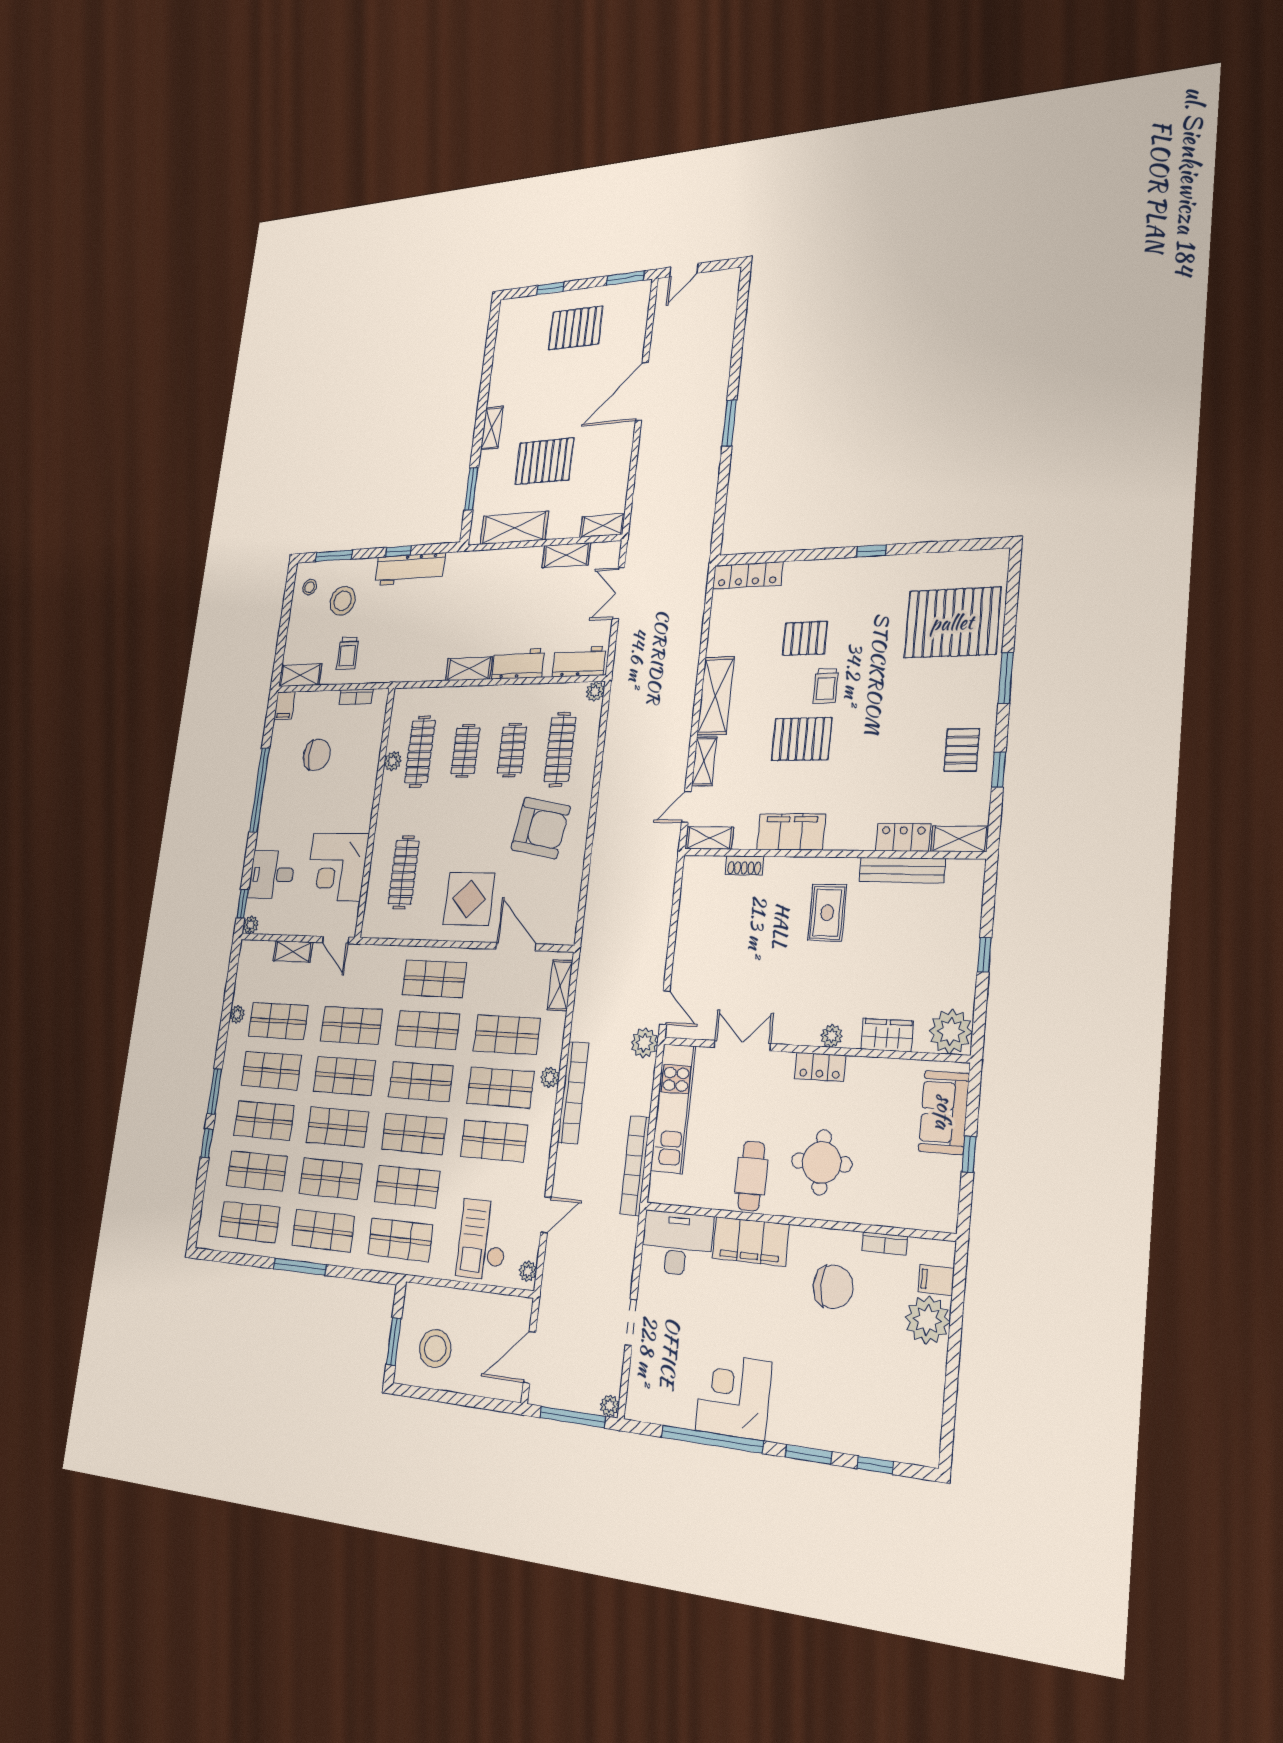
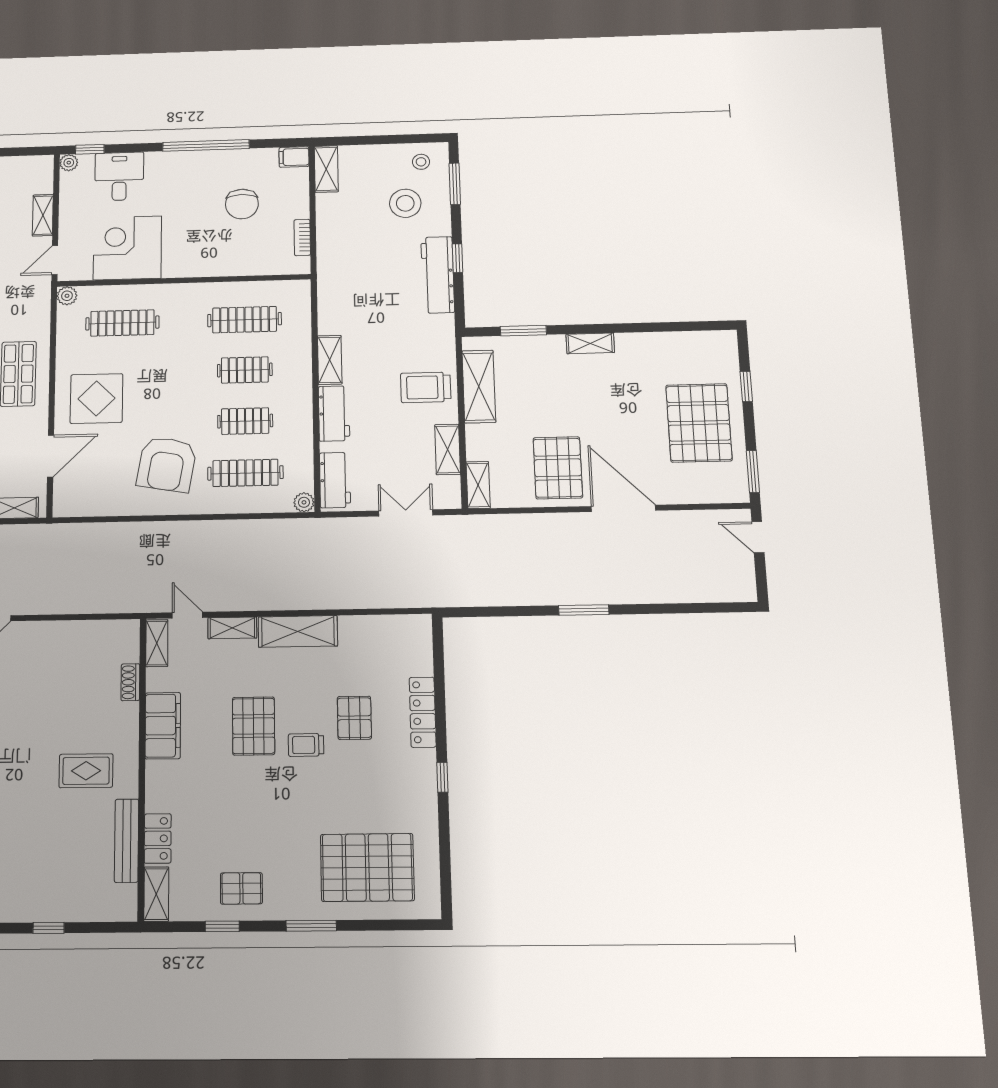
pallet: (576, 328) -> (699, 423), width x1.37, depth x1.41
pallet: (544, 461) -> (558, 468), moved
locker: (748, 575) -> (423, 712), moved
pallet: (952, 623) -> (367, 867), turned 90
trolley: (348, 653) -> (426, 387), moved, width x1.36, depth x1.39
plant: (393, 761) -> (67, 296), moved

